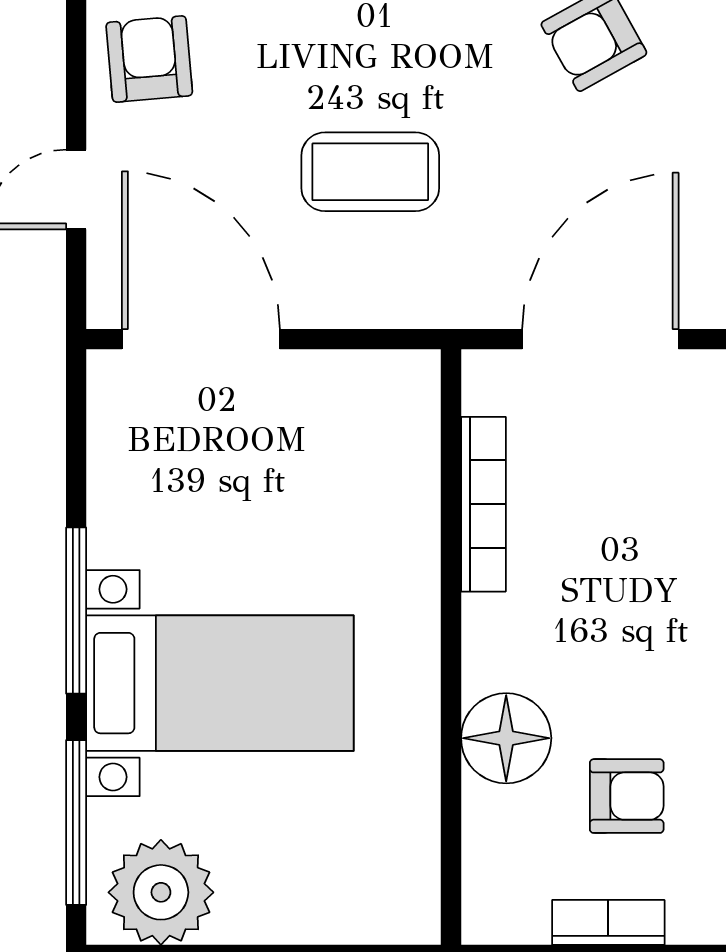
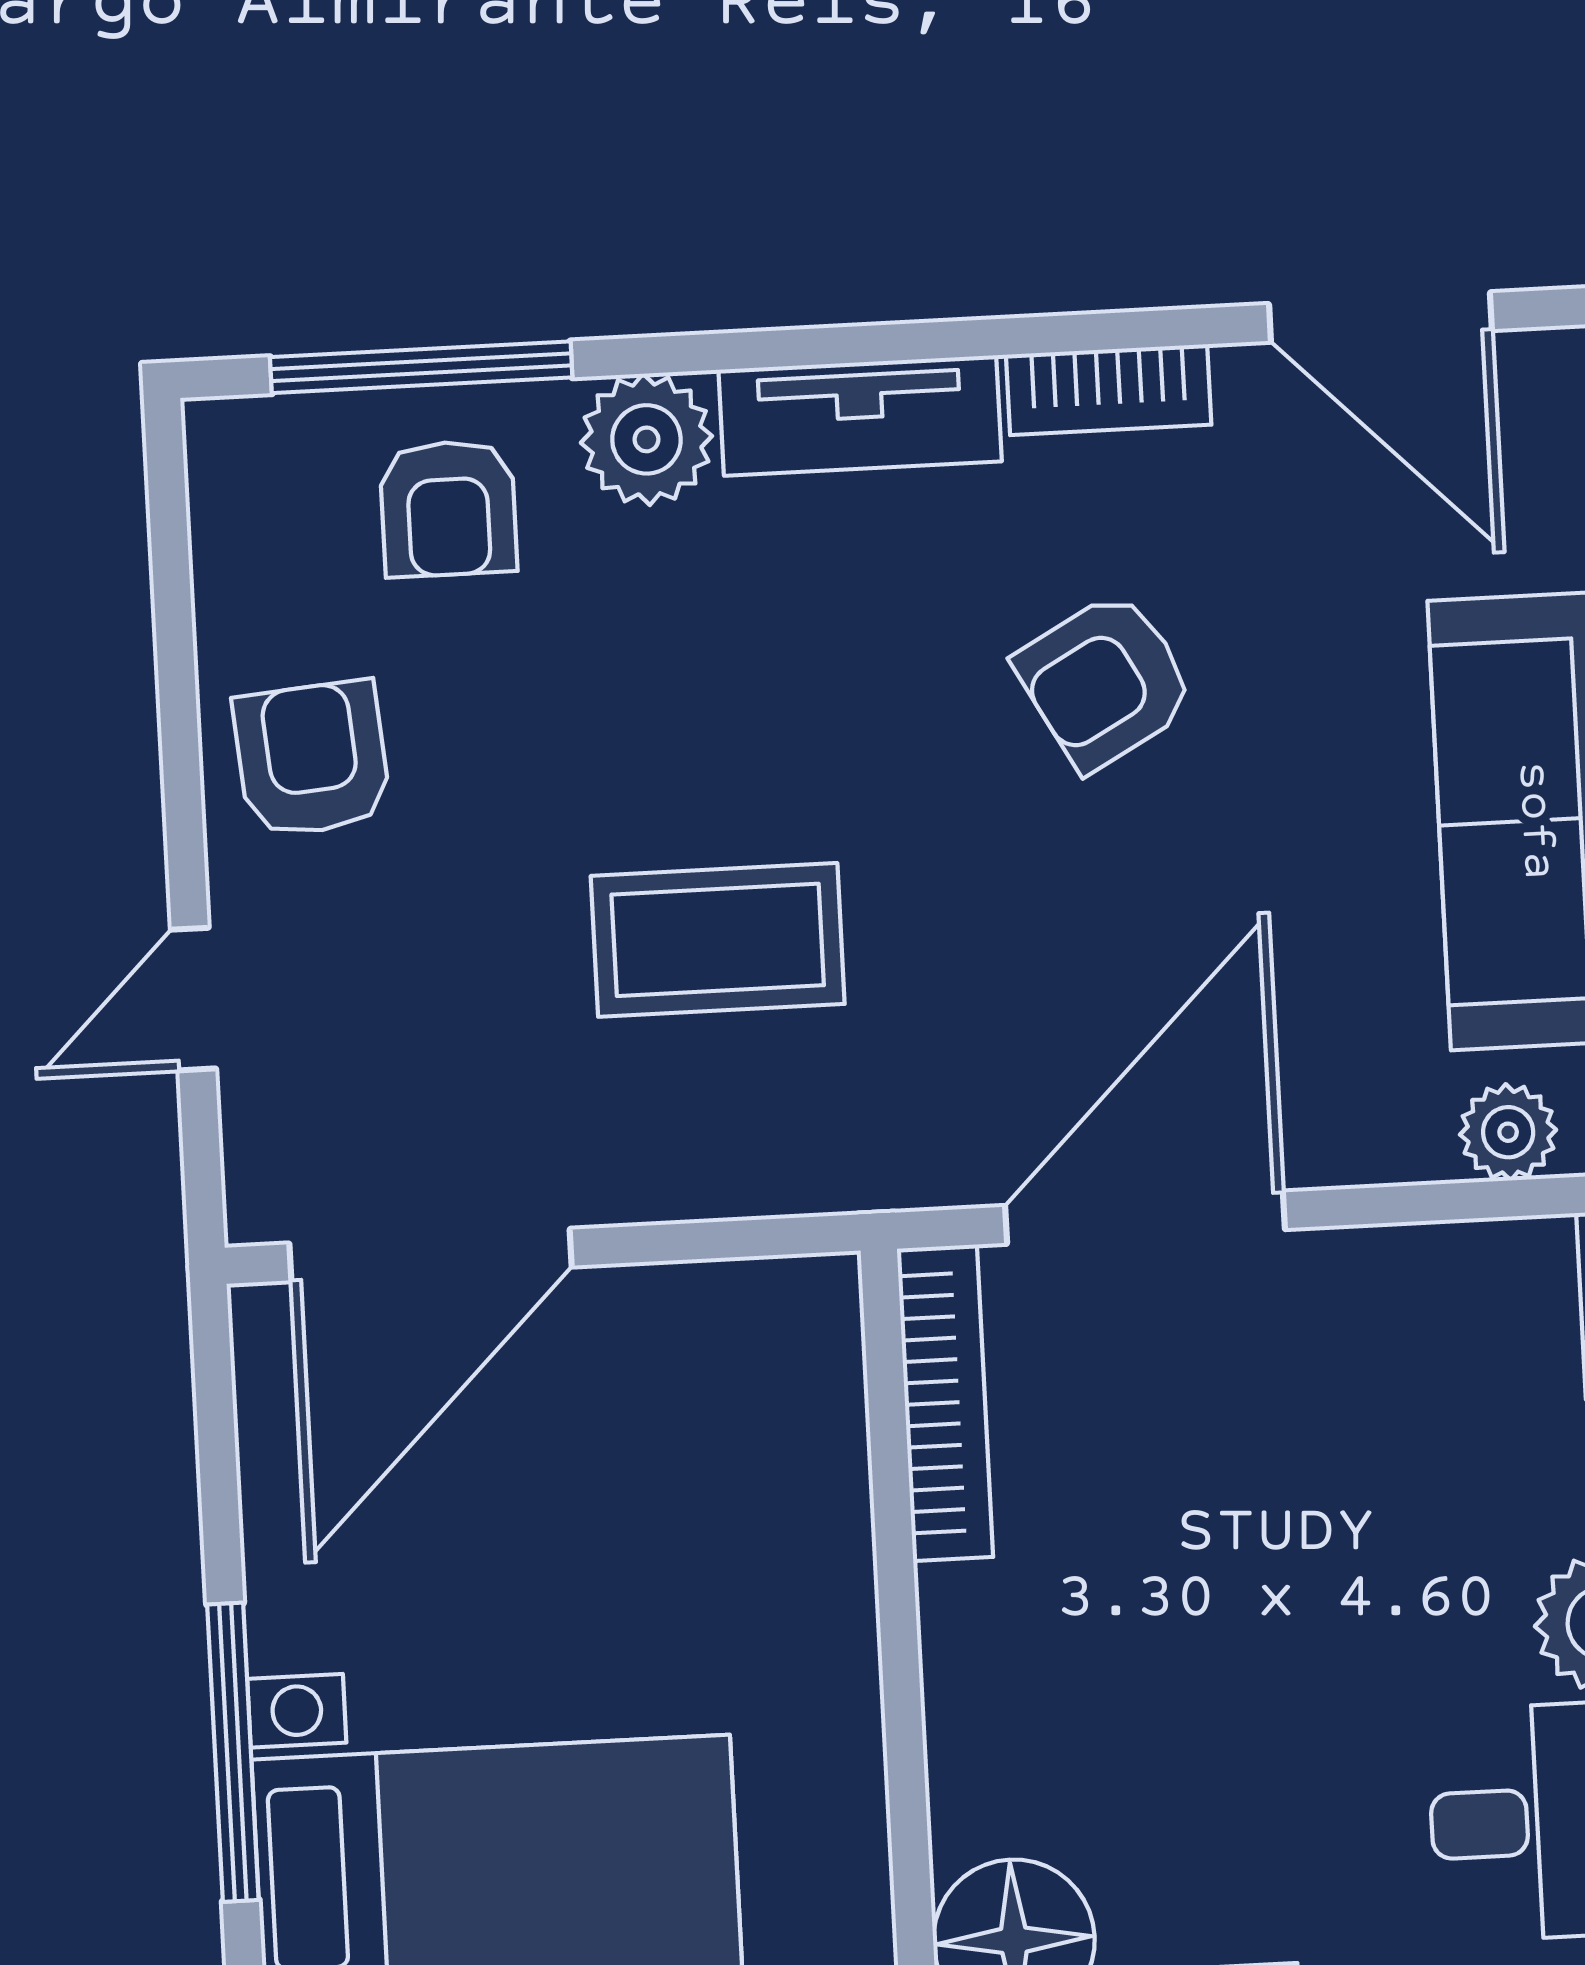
door: (201, 339) -> (431, 1255), swing flipped
bookcase: (483, 504) -> (945, 1403), moved

